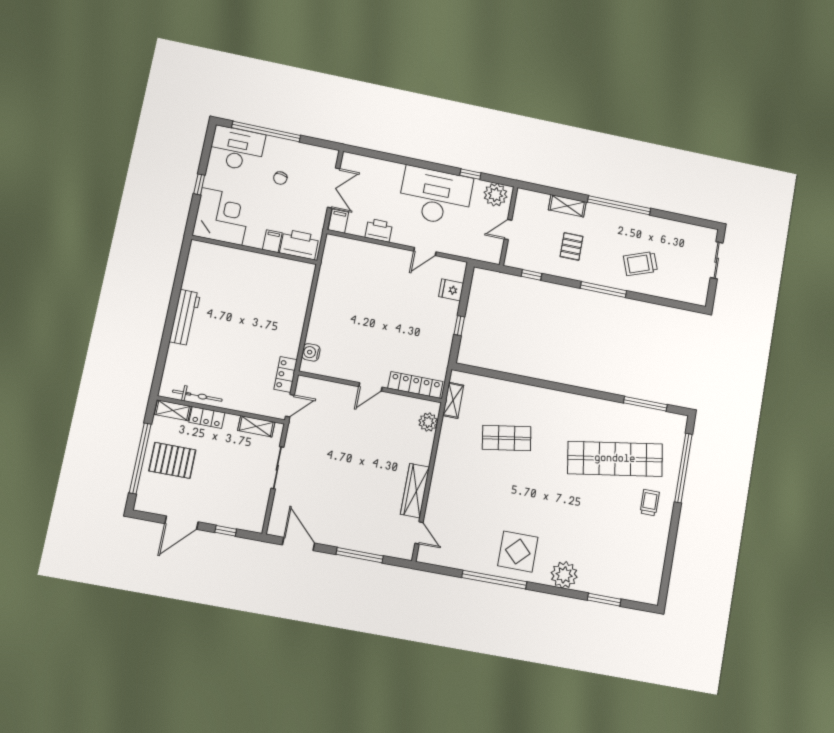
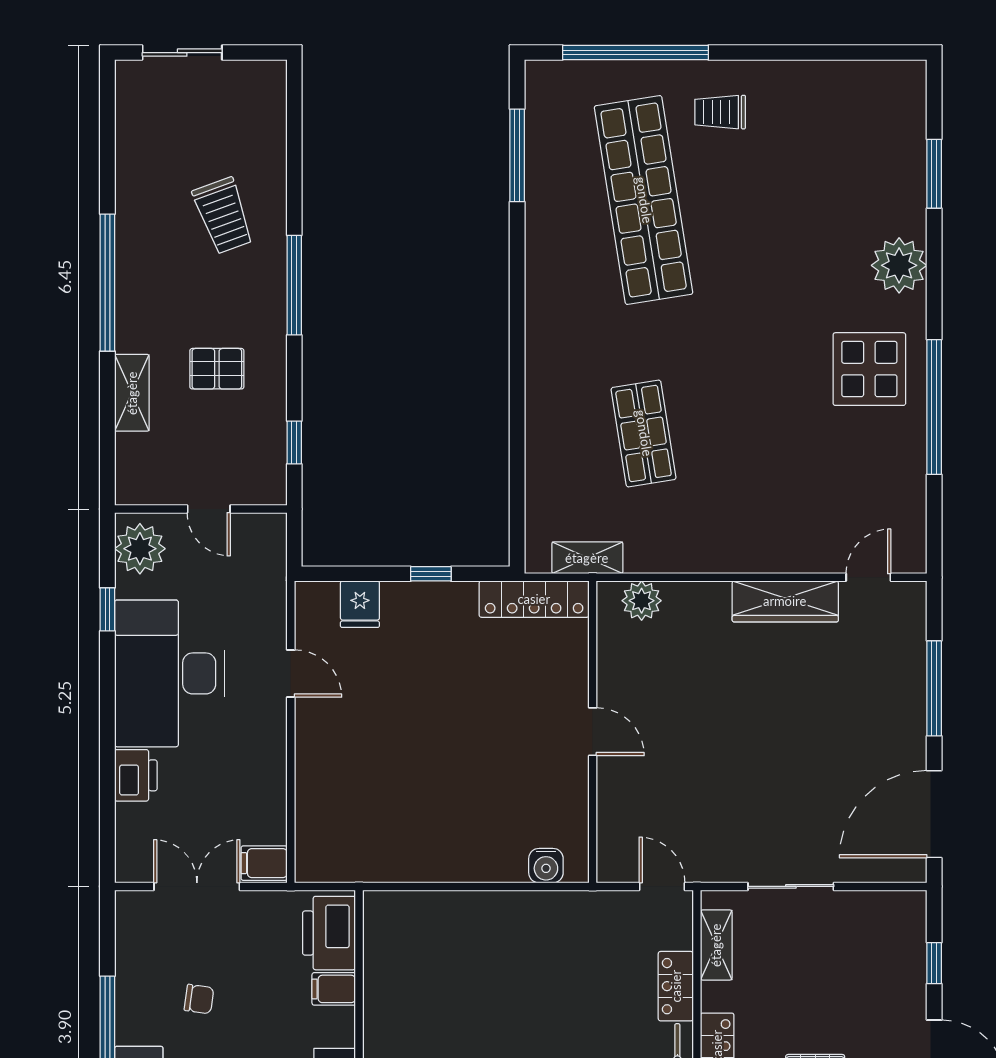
printer: (379, 230) -> (136, 775), moved, turned 180
locker: (286, 375) -> (676, 986), moved, turned 90
locker: (415, 385) -> (534, 599), moved, turned -90
door: (299, 544) -> (934, 814), width x1.36

